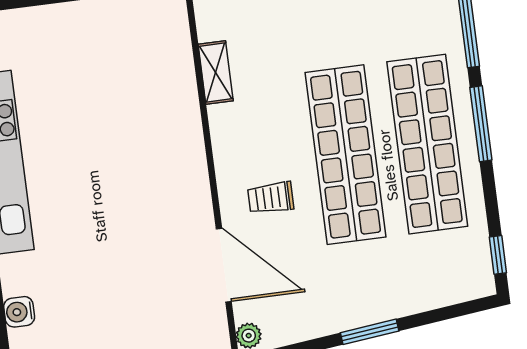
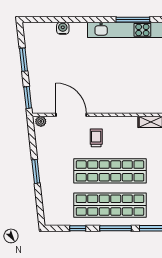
window: (498, 255) -> (78, 228), moved
door: (224, 265) -> (71, 115), swing flipped

